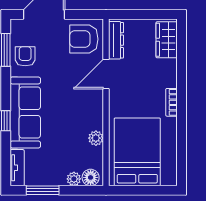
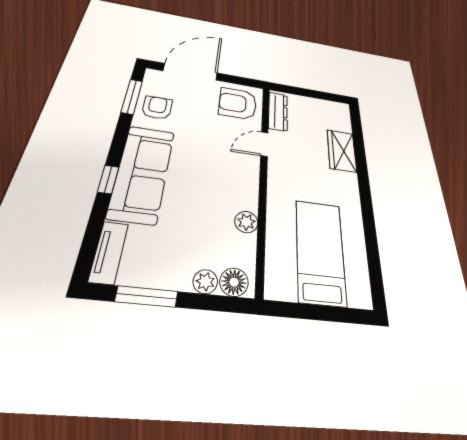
wardrobe: (167, 40) -> (342, 151), moved
door: (106, 74) -> (264, 144), width x0.73
bookcase: (172, 102) -> (352, 190), removed
bed: (137, 152) -> (320, 251), width x0.67

